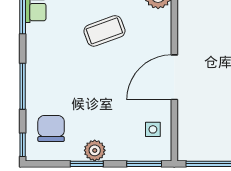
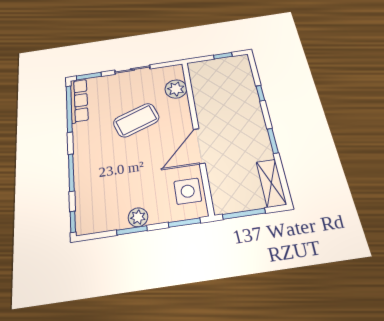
coffee table: (104, 31) -> (136, 120), width x1.36, depth x1.32
chair: (51, 129) -> (97, 204), removed
side table: (153, 129) -> (188, 191), width x1.87, depth x1.87

